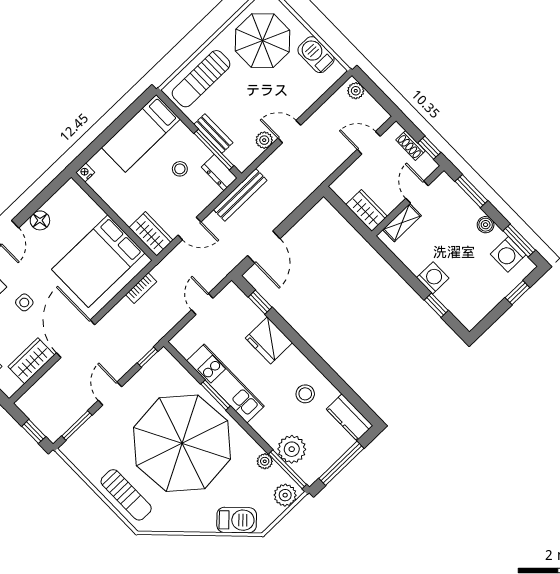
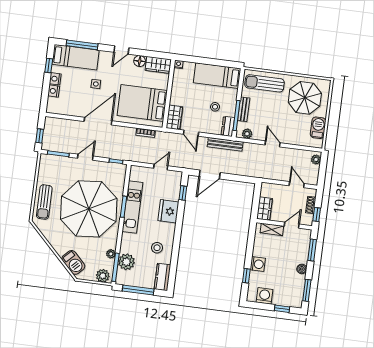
plant: (264, 140) -> (247, 134), moved
washing machine: (508, 254) -> (265, 296), moved, turned 90
wardrobe: (31, 361) -> (158, 65), moved, turned 180

